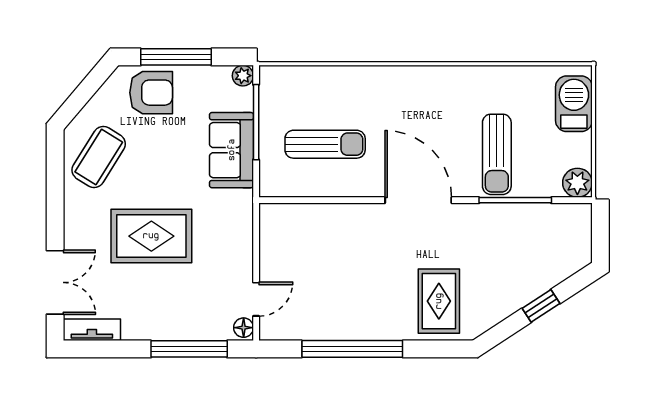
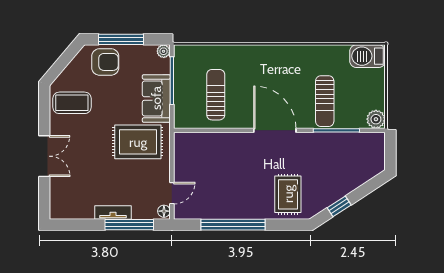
barbecue: (574, 104) -> (368, 56), moved, turned -90
sun lounger: (325, 144) -> (216, 95), turned -90
coffee table: (99, 157) -> (72, 103), turned 58
rug: (151, 236) -> (138, 142), moved
double door: (55, 282) -> (44, 156), moved
window: (541, 306) -> (339, 206), moved
tv unit: (92, 330) -> (113, 213), moved

